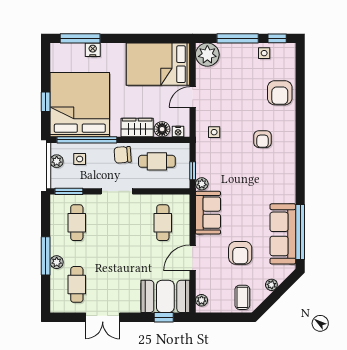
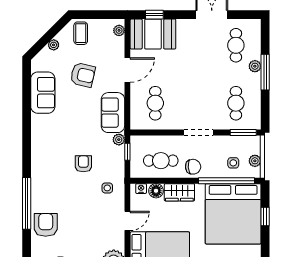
armchair: (262, 139) -> (83, 164), moved
window: (300, 232) -> (27, 203), moved
sofa: (283, 234) -> (43, 93), width x0.73
armchair: (240, 253) -> (83, 75), turned 103

